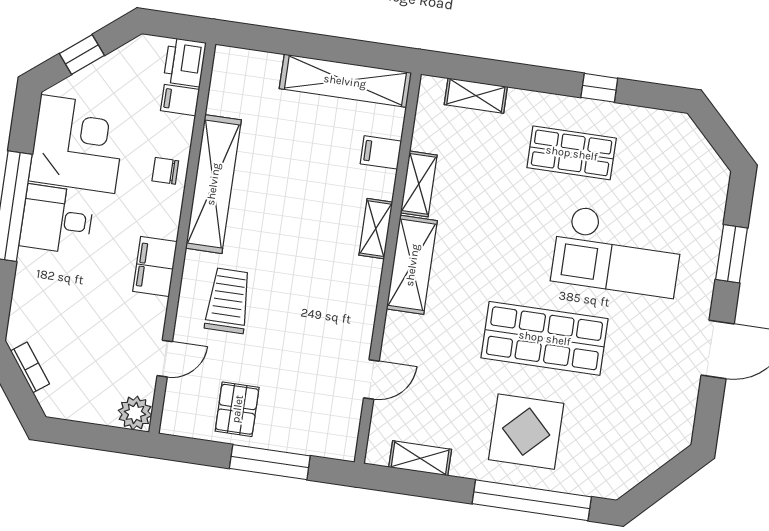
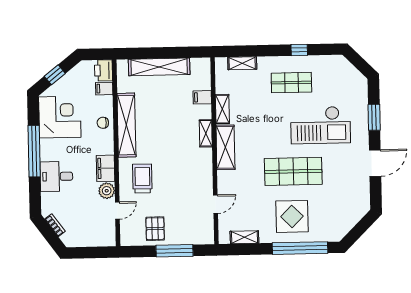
shelving: (345, 81) -> (159, 67), moved
desk: (57, 219) -> (56, 176), moved
plant: (135, 413) -> (107, 191), moved

